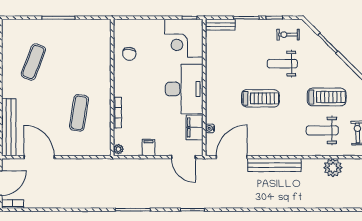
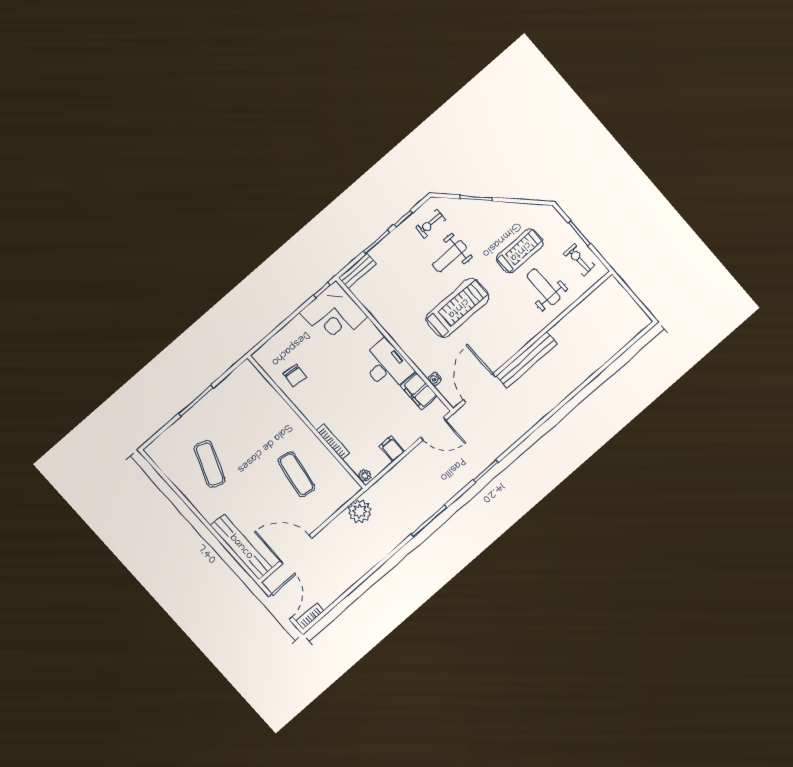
desk: (184, 89) -> (387, 366), width x0.73, depth x0.77
treadmill: (260, 98) -> (458, 308), width x1.37, depth x1.38
weight bench: (322, 130) -> (543, 287), turned 90
plant: (333, 168) -> (360, 511), moved

